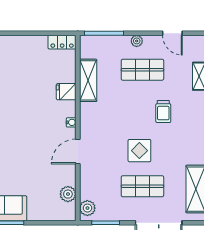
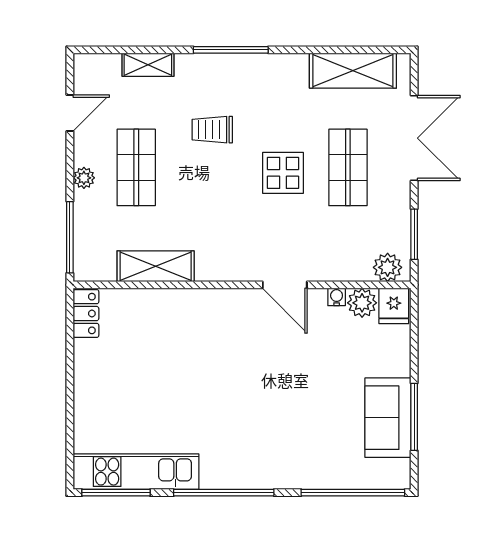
fridge: (66, 92) -> (394, 306), moved
trolley: (163, 112) -> (212, 130), turned 180
water cooler: (71, 122) -> (337, 297), moved

